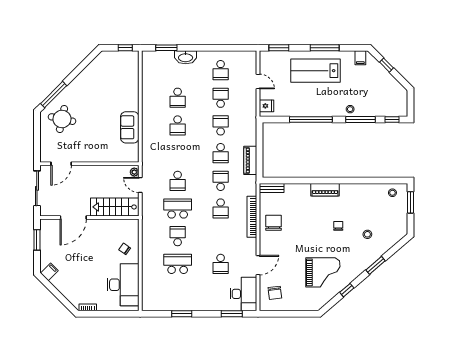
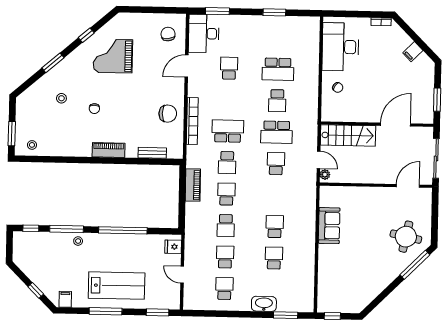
school desk: (221, 98) -> (225, 257), turned 180
bench: (272, 188) -> (152, 153), moved
school desk: (221, 209) -> (228, 131), width x1.85
chair: (274, 223) -> (168, 114), turned -90
filing cabinet: (49, 272) -> (413, 52), moved

